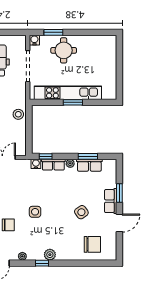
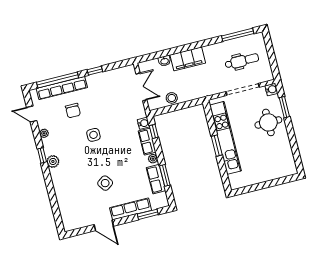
stool: (18, 114) -> (172, 98), moved
window: (119, 193) -> (148, 214), moved
row of seats: (111, 201) -> (131, 209), width x1.48
chair: (92, 244) -> (75, 203), removed

